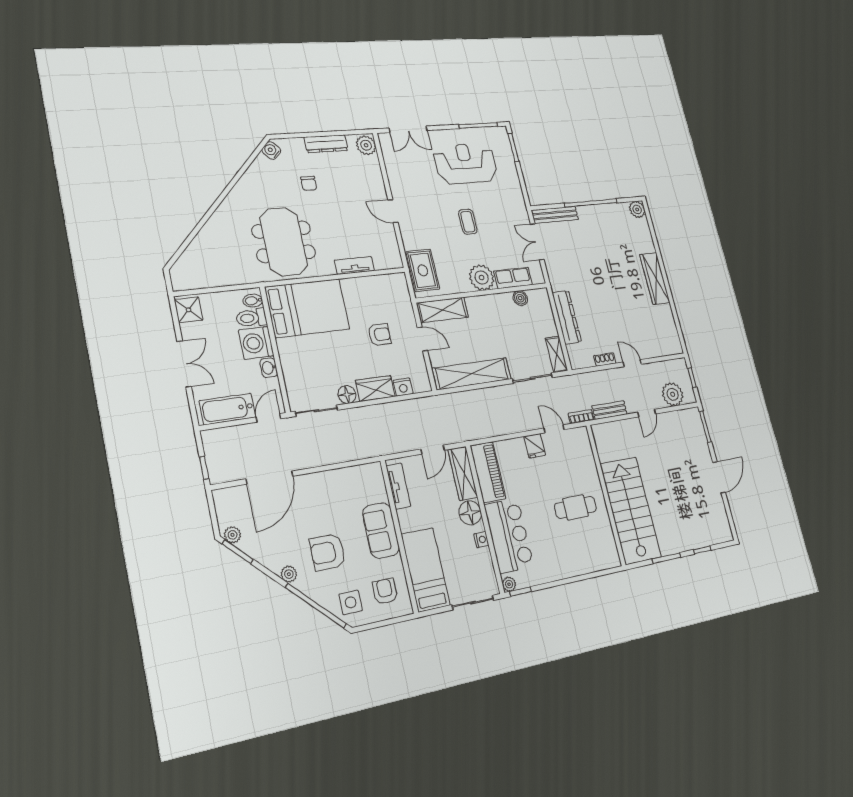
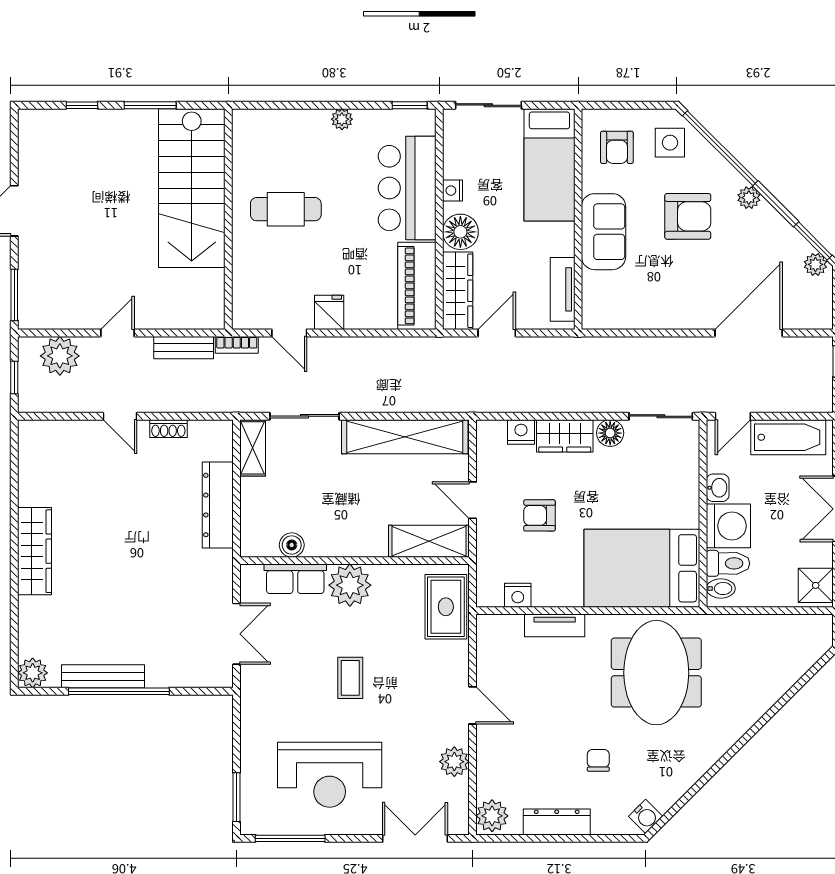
plant: (396, 176) -> (454, 762), added
bench: (555, 215) -> (103, 676), moved
nightstand: (381, 282) -> (518, 595), added
plant: (509, 584) -> (342, 119), moved

